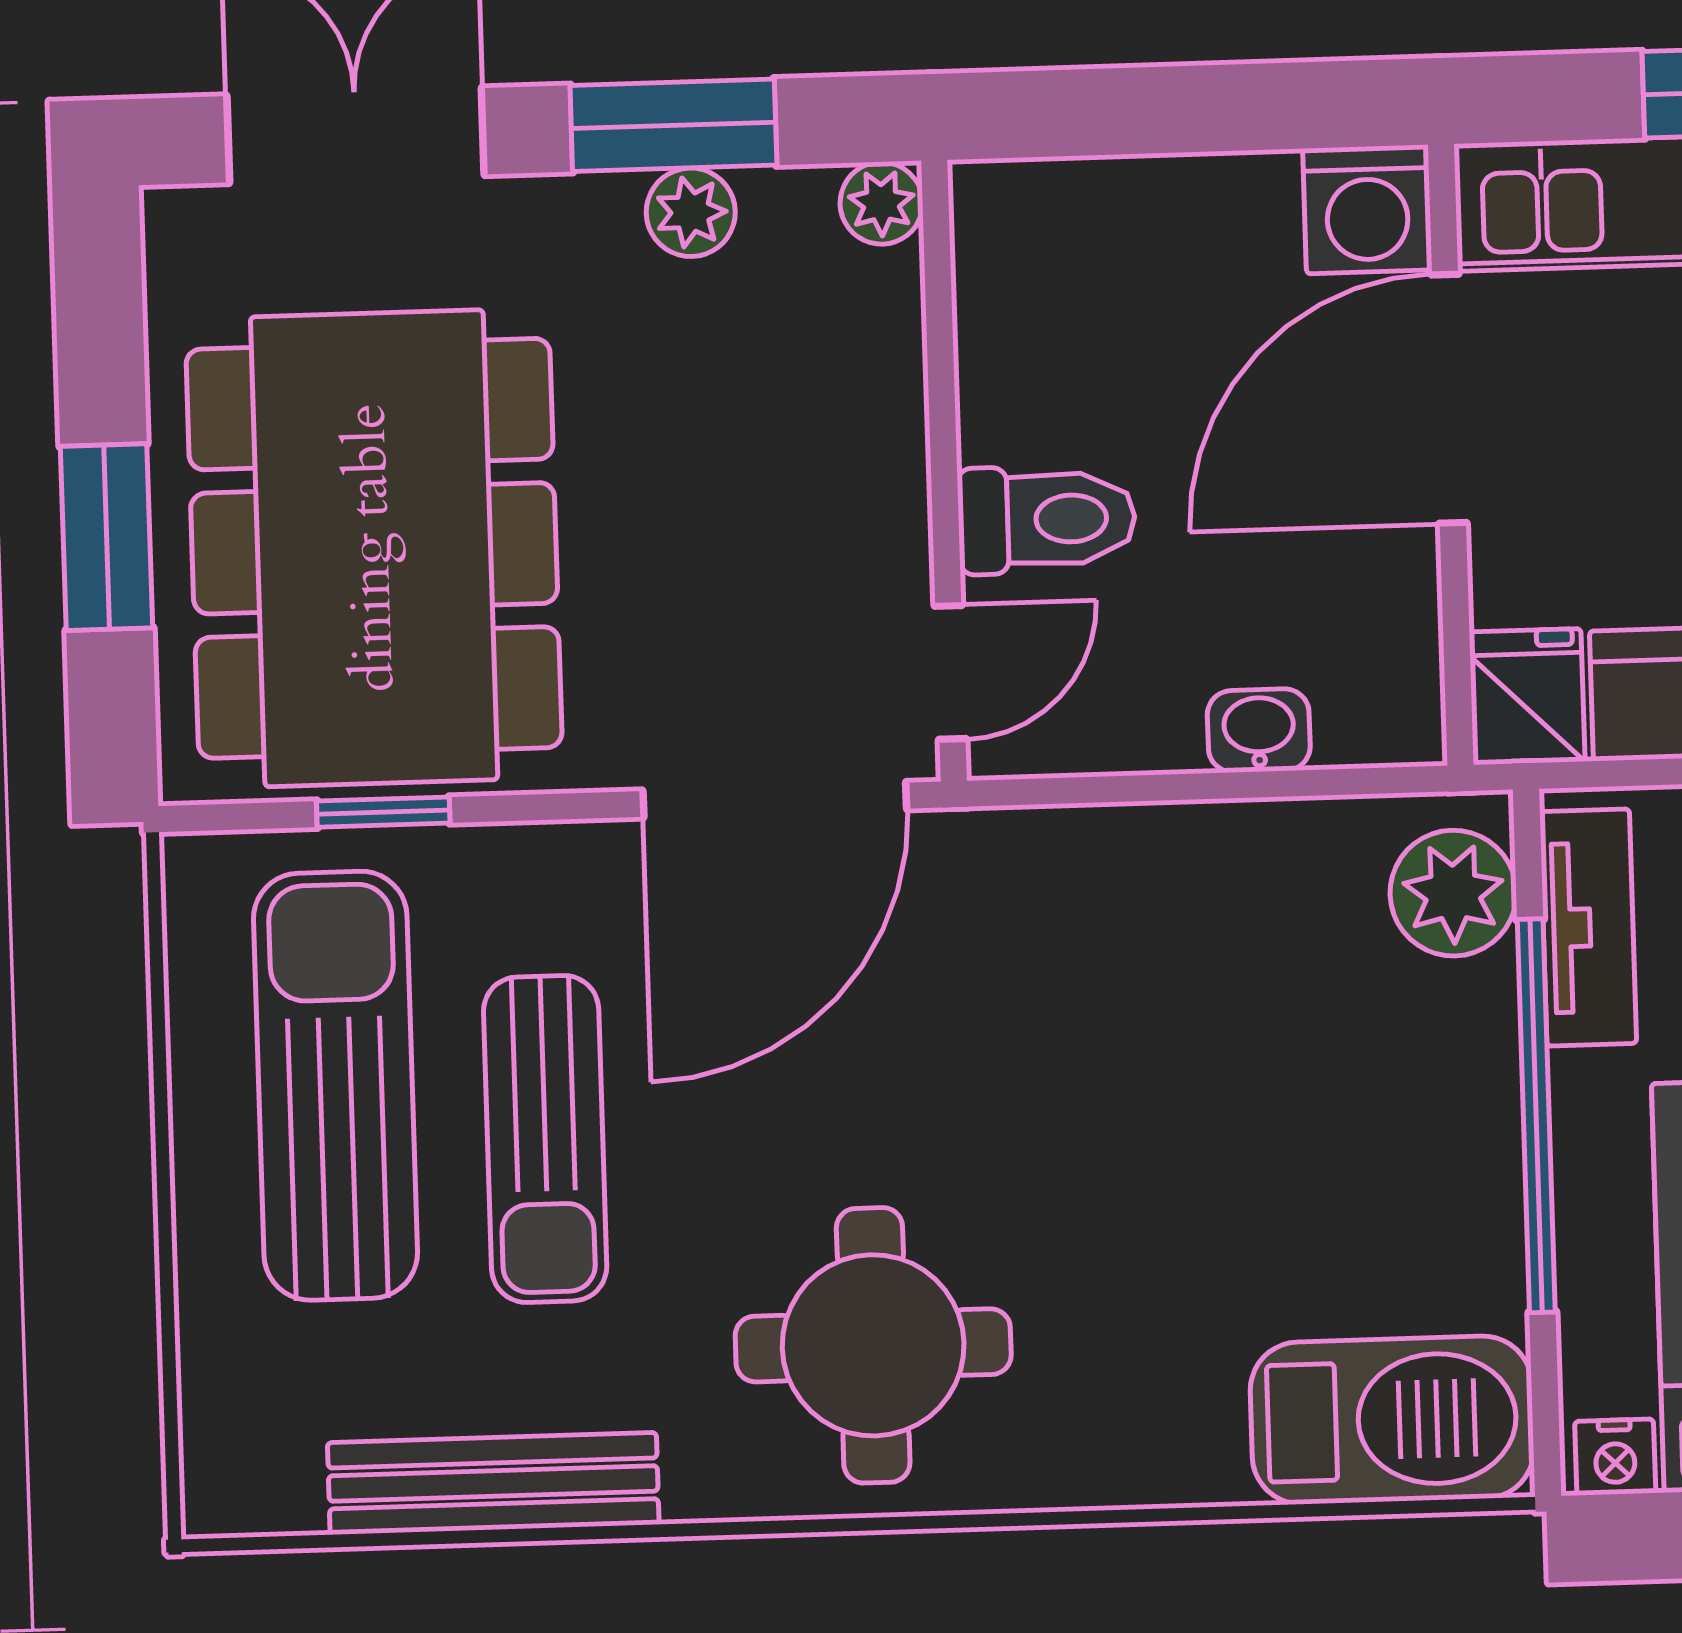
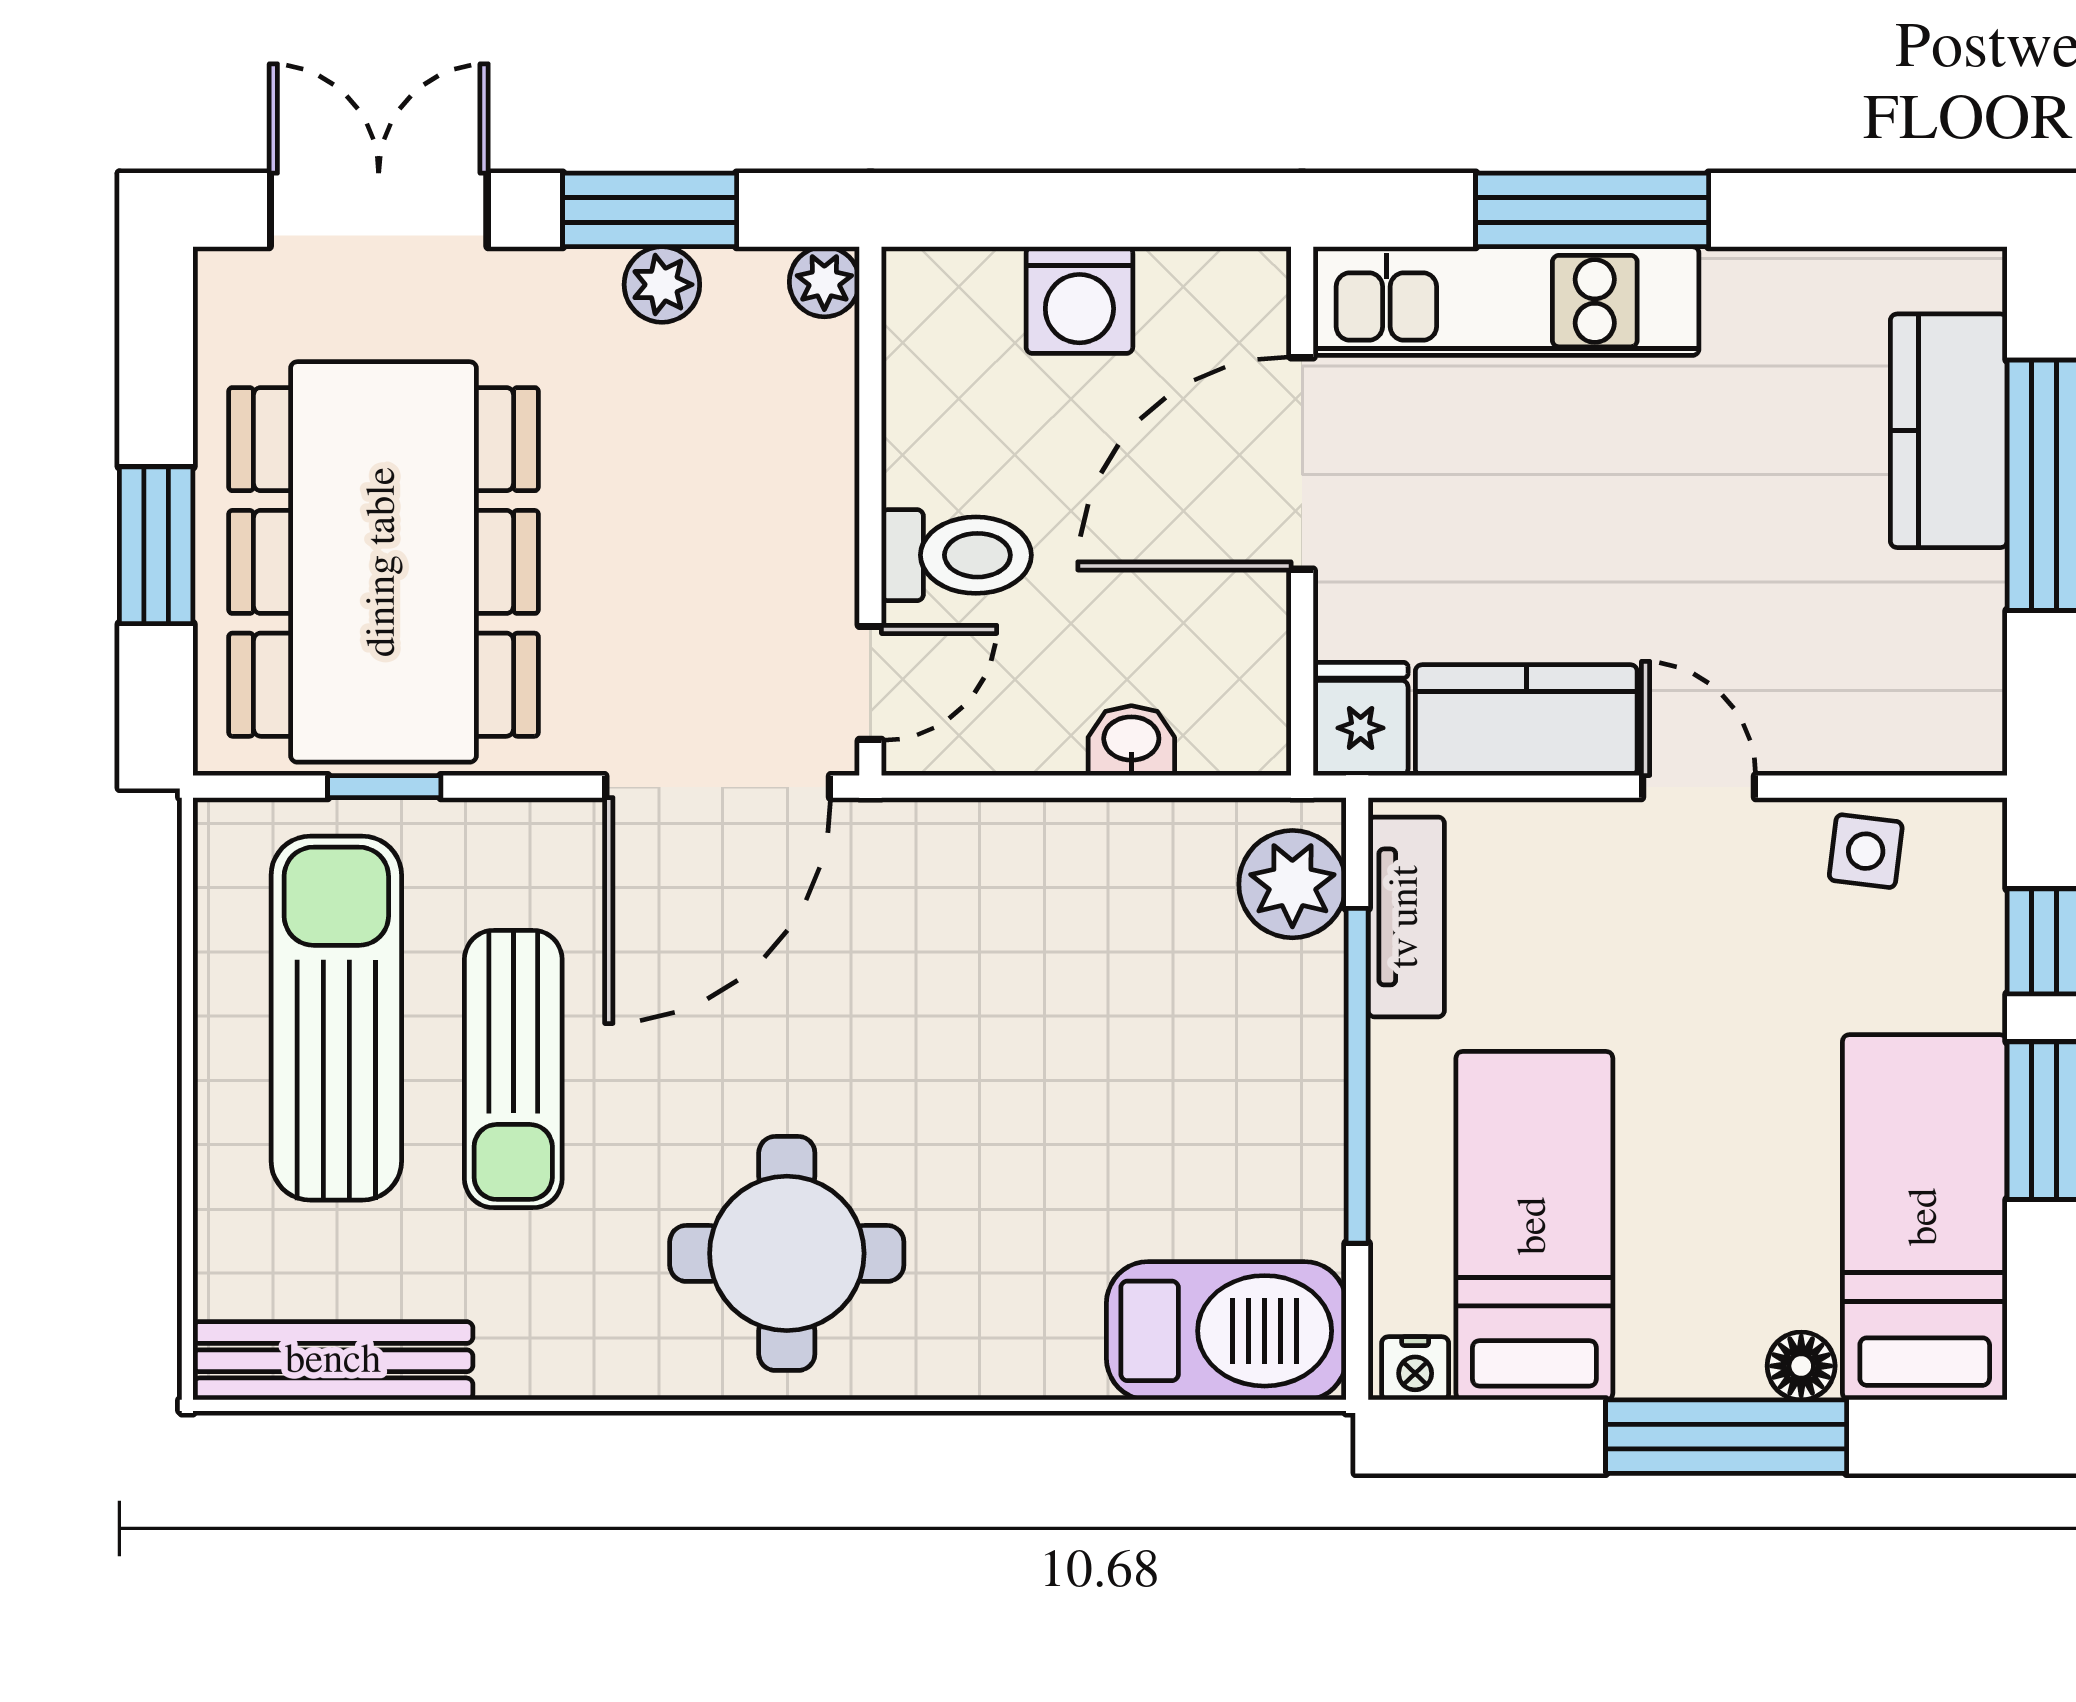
washing machine: (1367, 209) -> (1079, 300), moved
bench: (493, 1483) -> (333, 1361), moved

